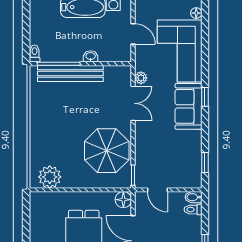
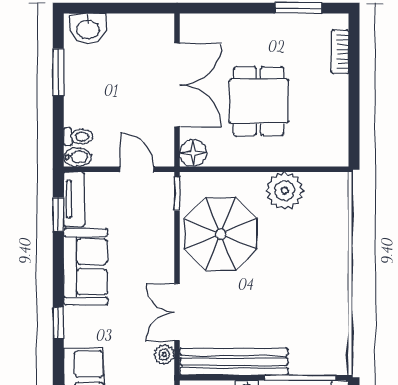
bench: (70, 73) -> (234, 362), moved
sofa: (188, 106) -> (86, 267), moved
tv unit: (195, 172) -> (74, 199), added
plant: (50, 177) -> (285, 191), moved

